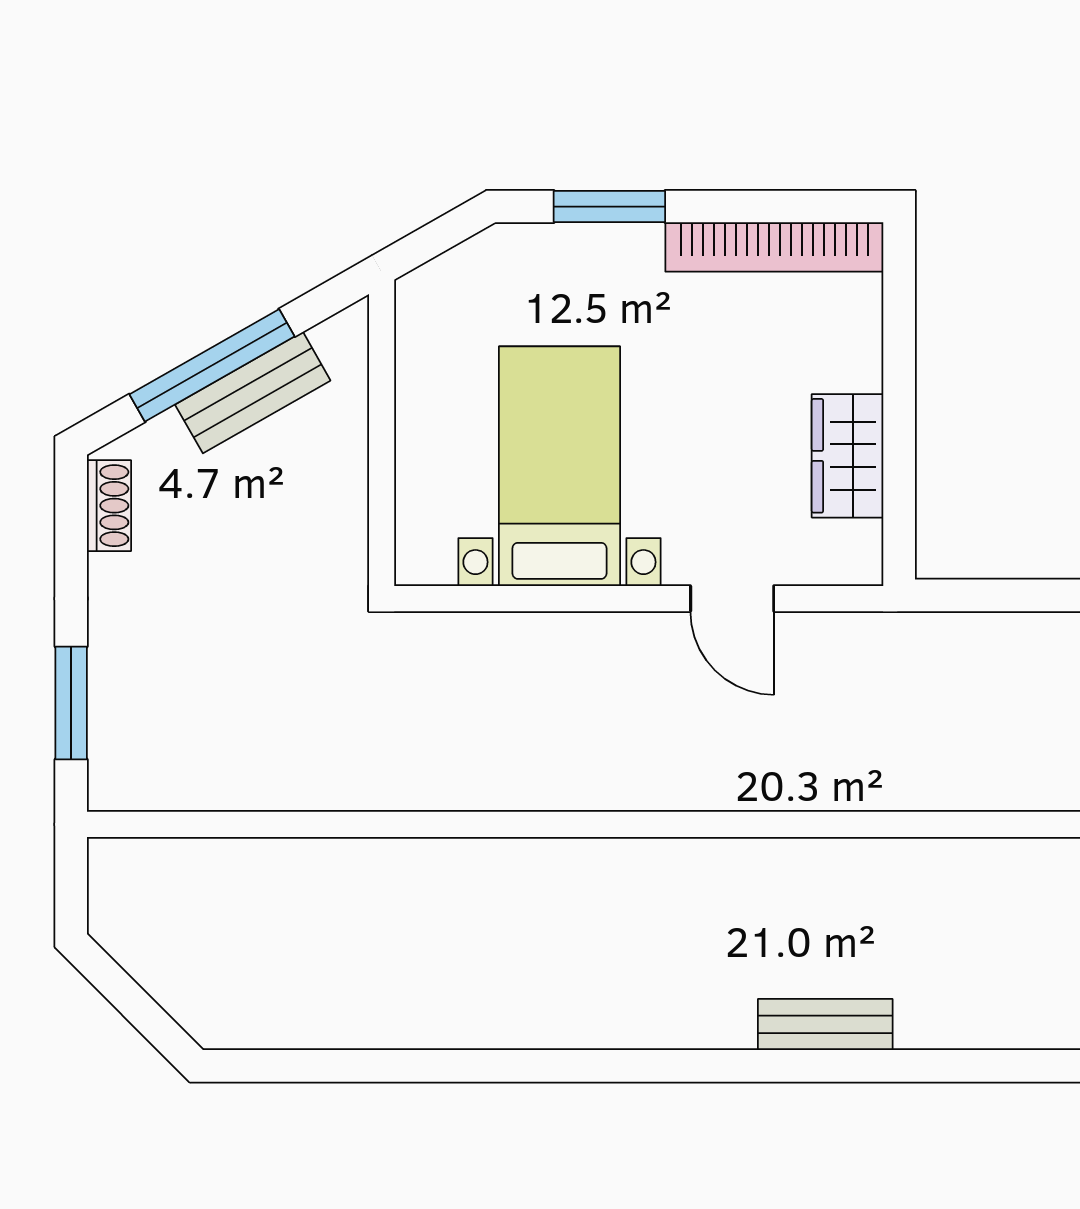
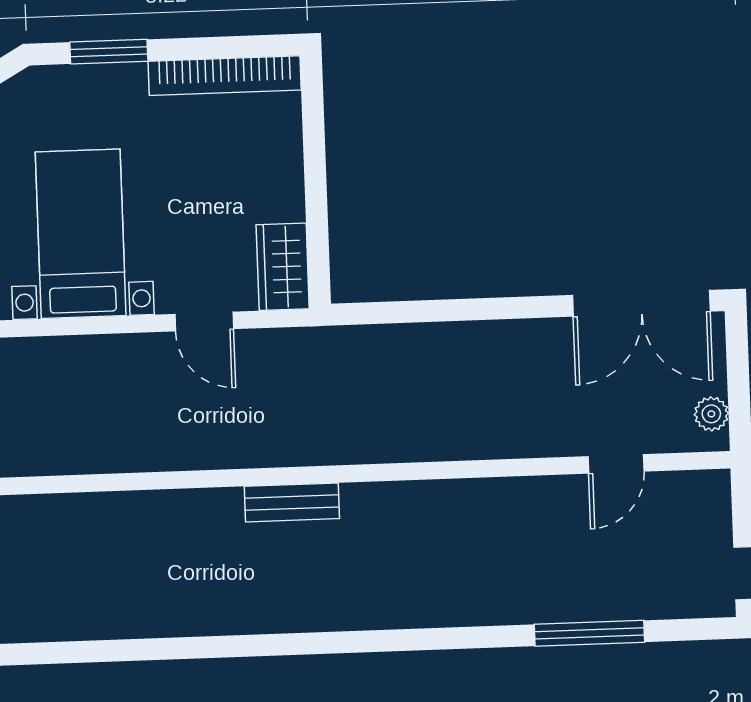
wardrobe: (848, 456) -> (283, 267), moved
bench: (825, 1024) -> (292, 502), moved

